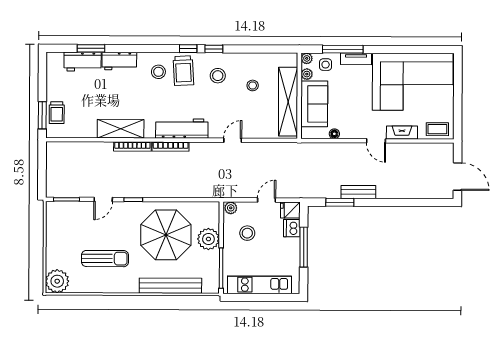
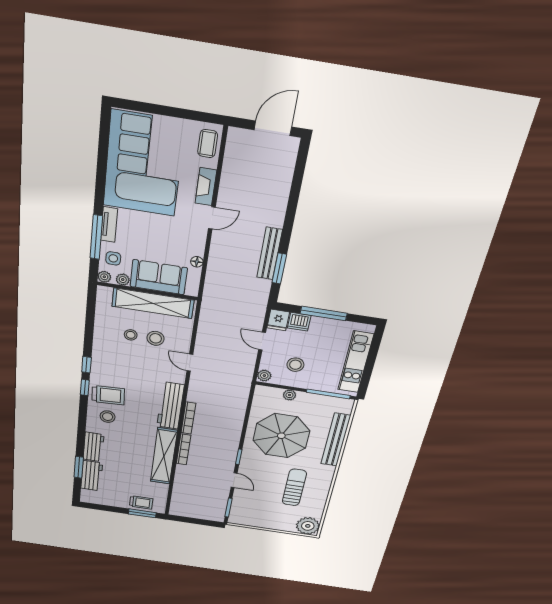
stool: (218, 76) -> (156, 338), moved
shelving: (121, 129) -> (164, 456), width x1.47
bench: (358, 192) -> (270, 254), width x1.36
plant: (208, 239) -> (289, 395), width x0.53, depth x0.53

